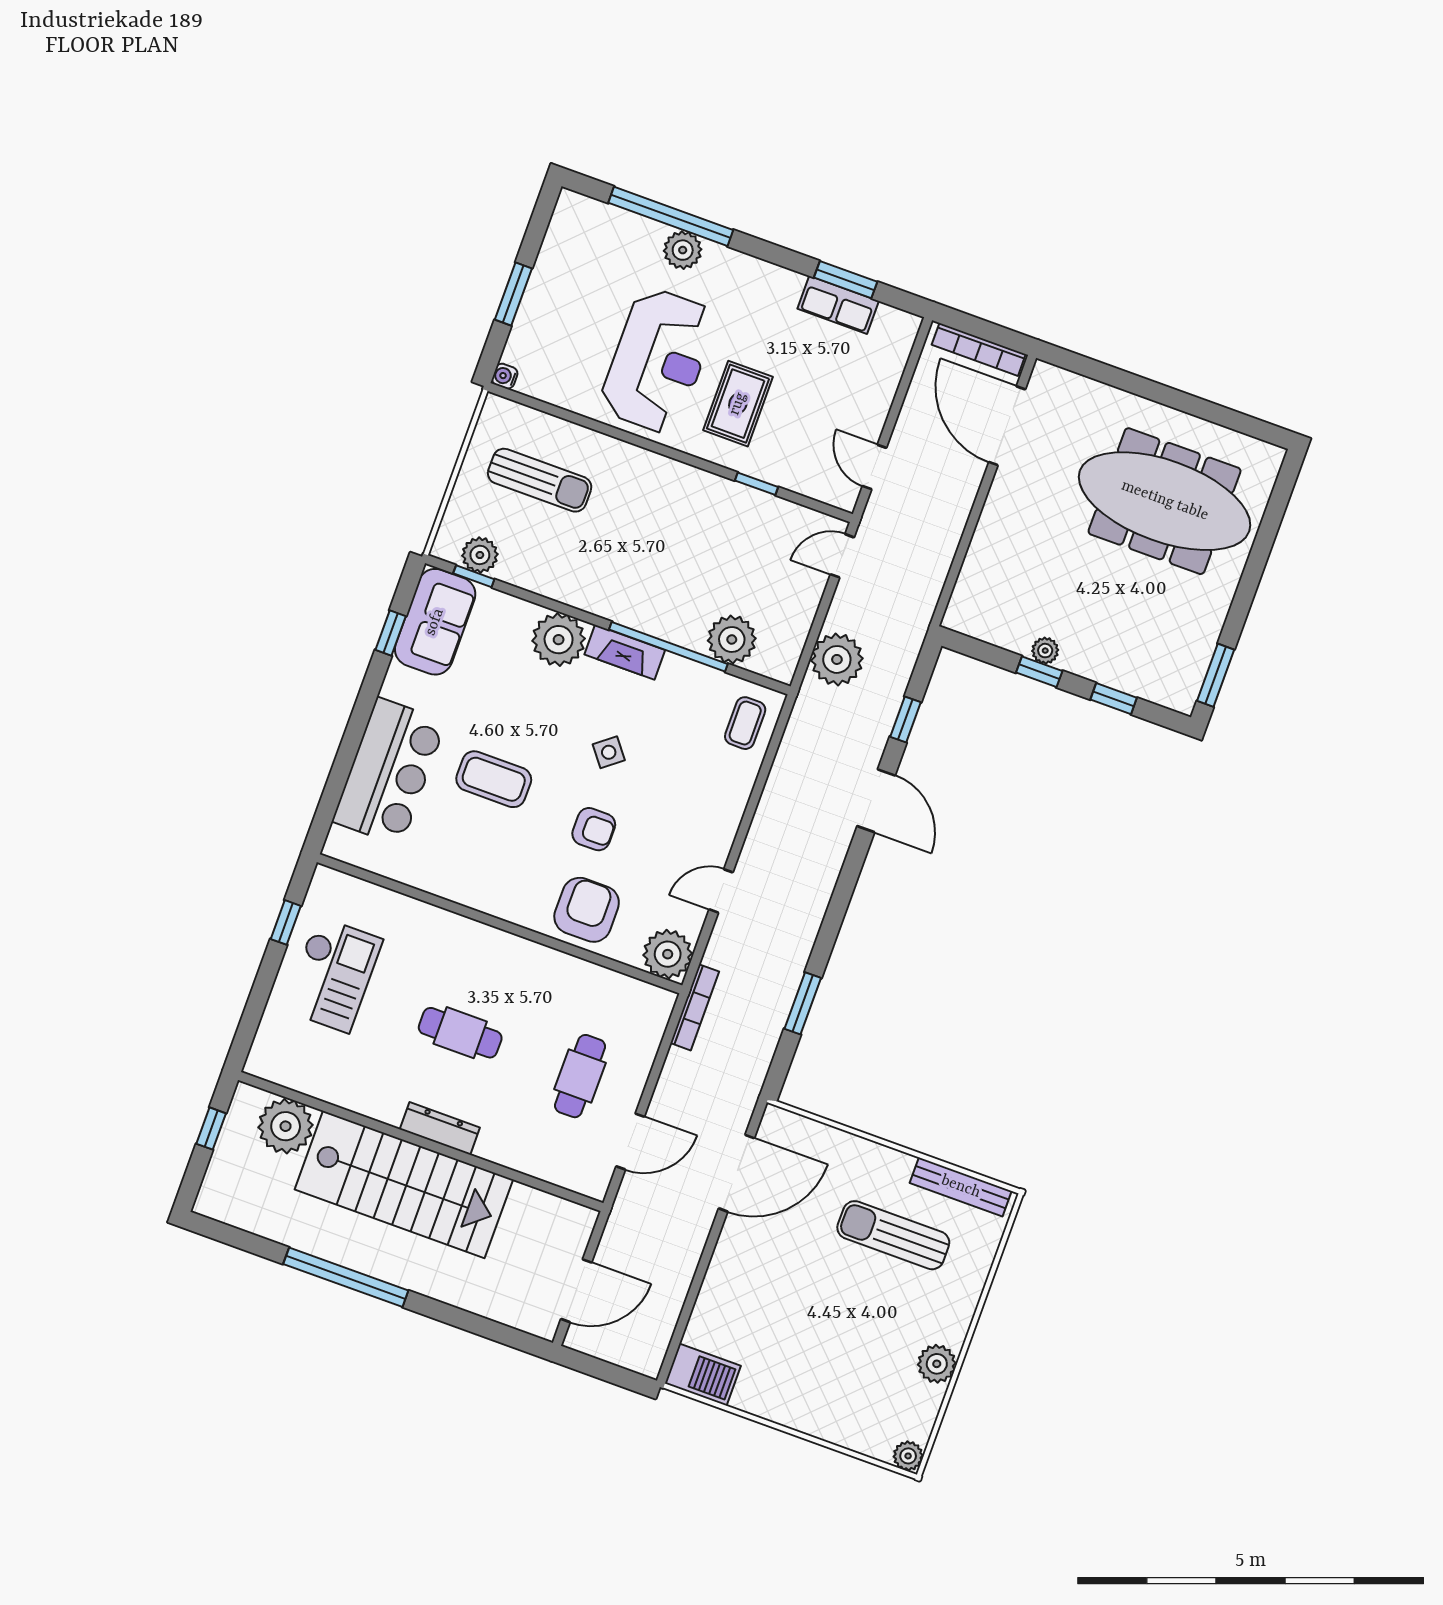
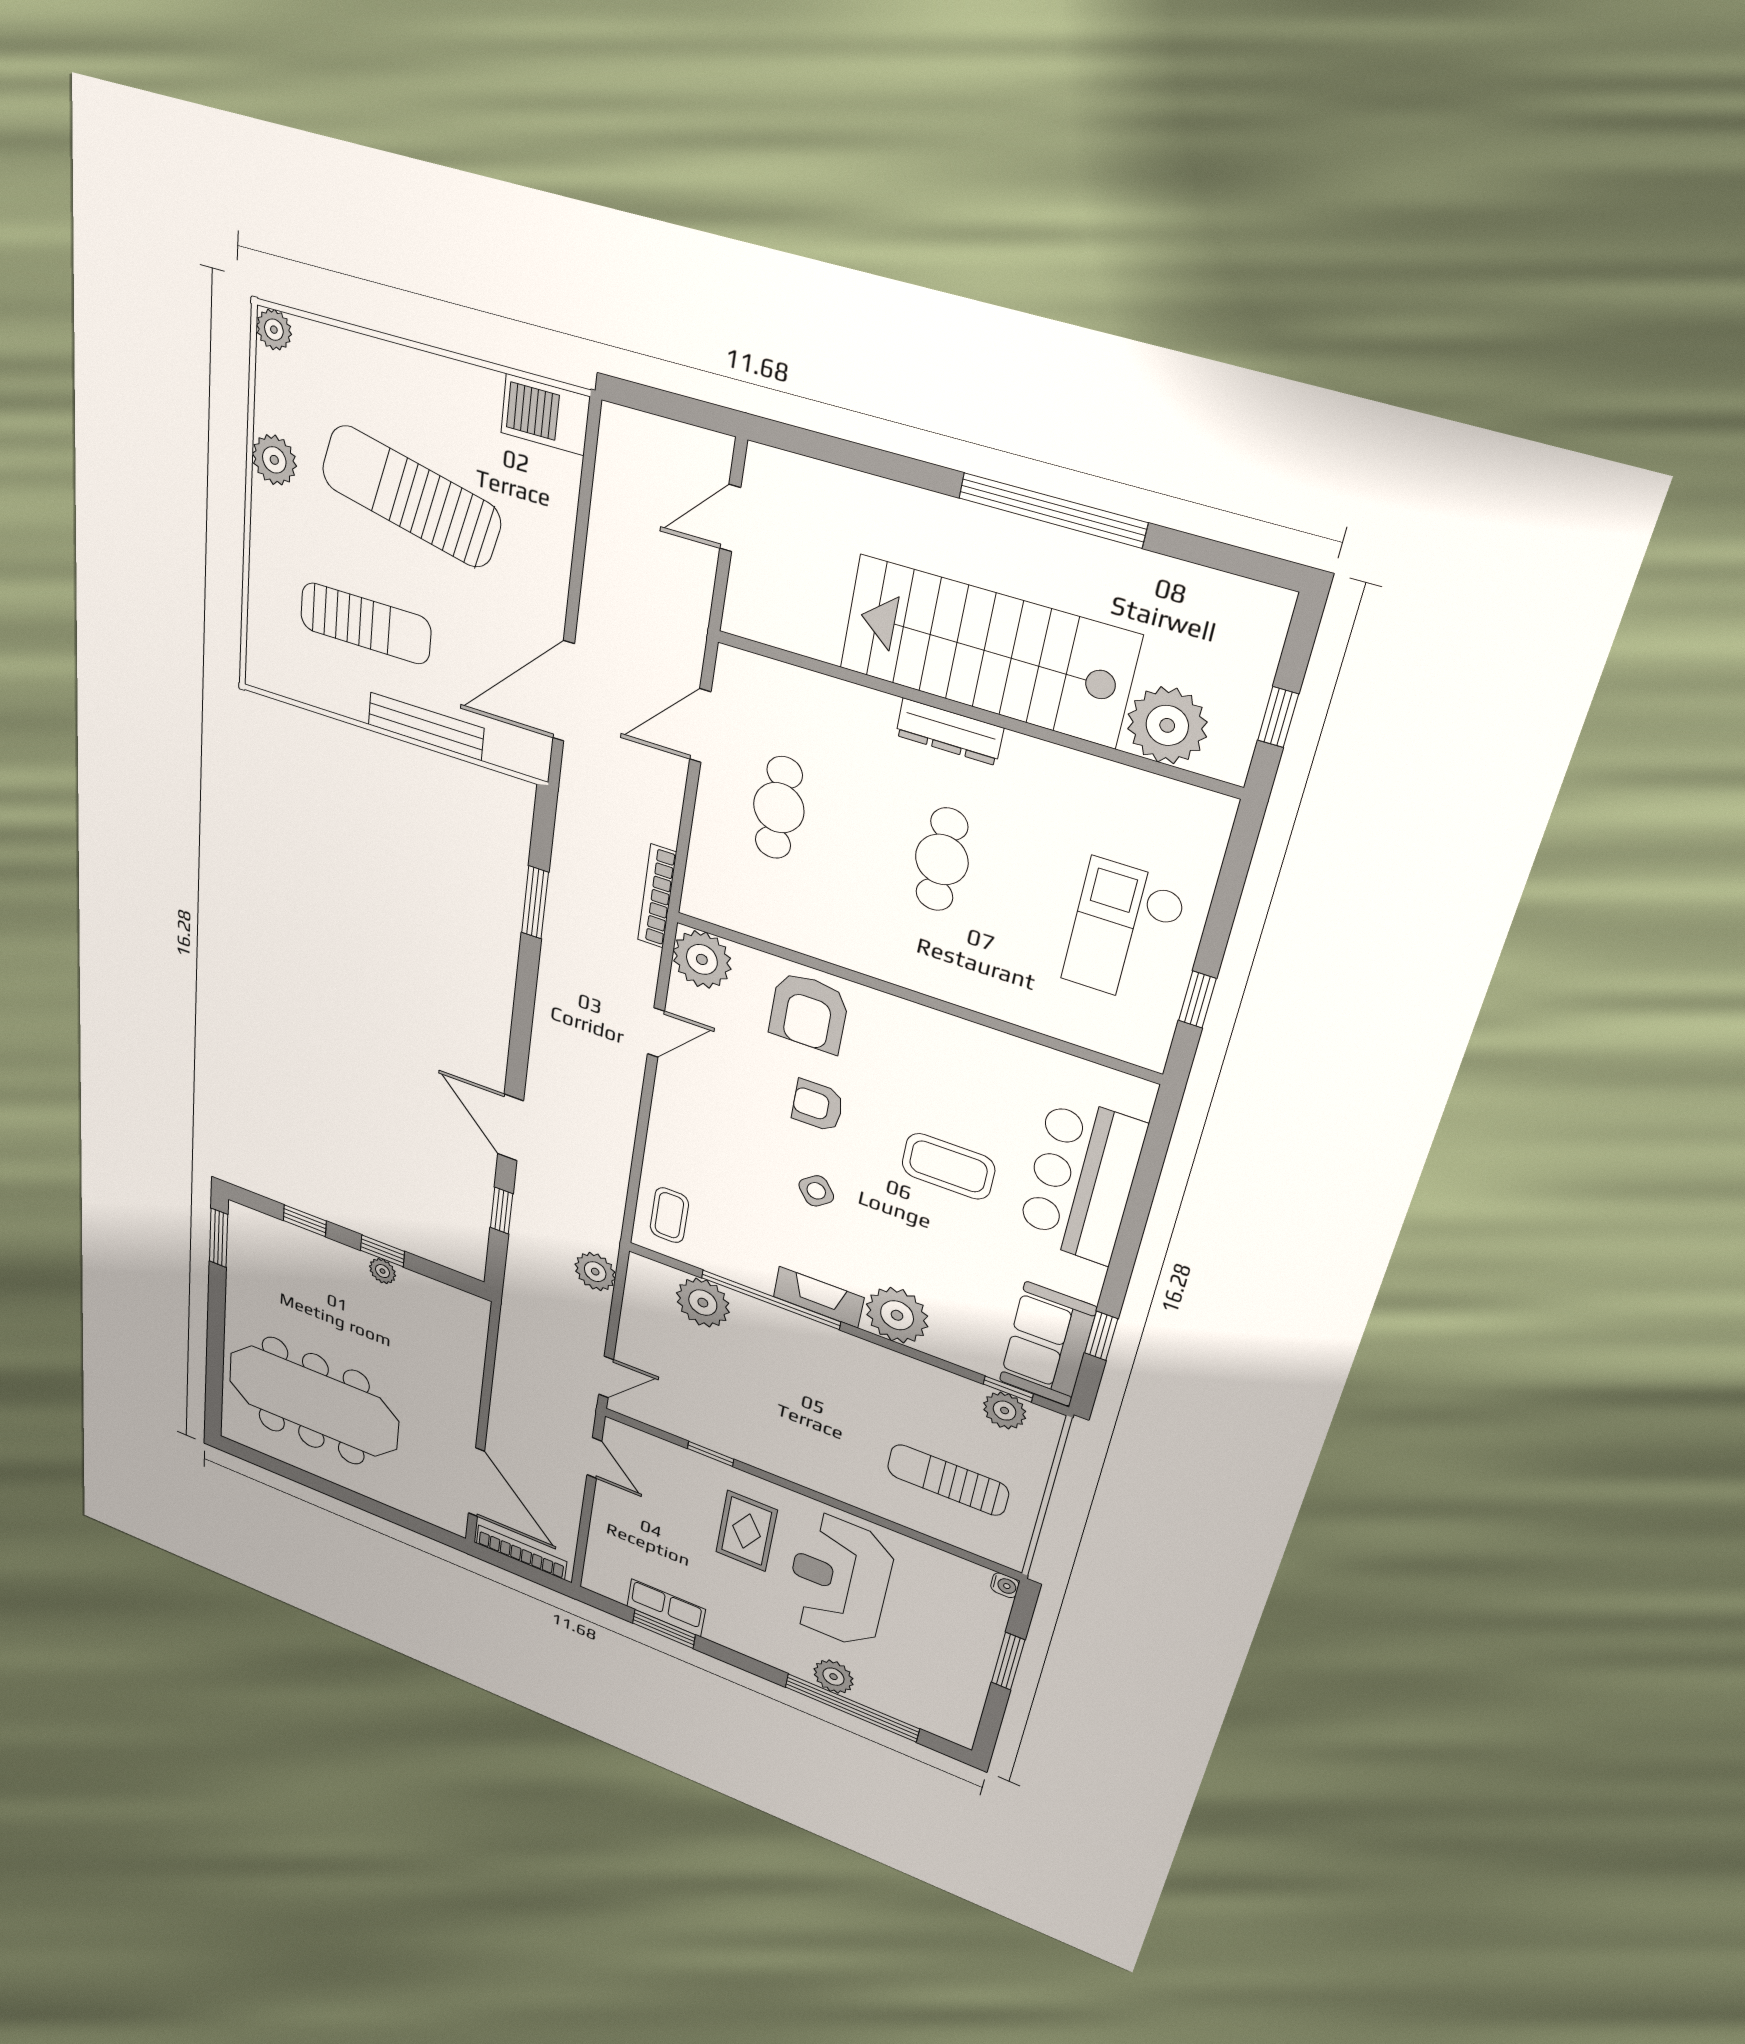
plant: (837, 659) -> (595, 1272), width x0.73, depth x0.73
cafe table: (460, 1033) -> (942, 860), turned 90
bench: (961, 1187) -> (426, 726), moved
door: (576, 1291) -> (730, 518), width x0.73
sun lounger: (827, 1327) -> (411, 496), added

